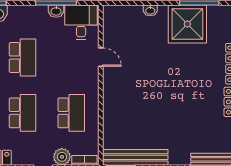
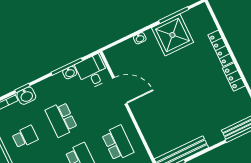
door: (101, 57) -> (120, 91), width x1.87
school desk: (23, 58) -> (61, 119), turned 180

